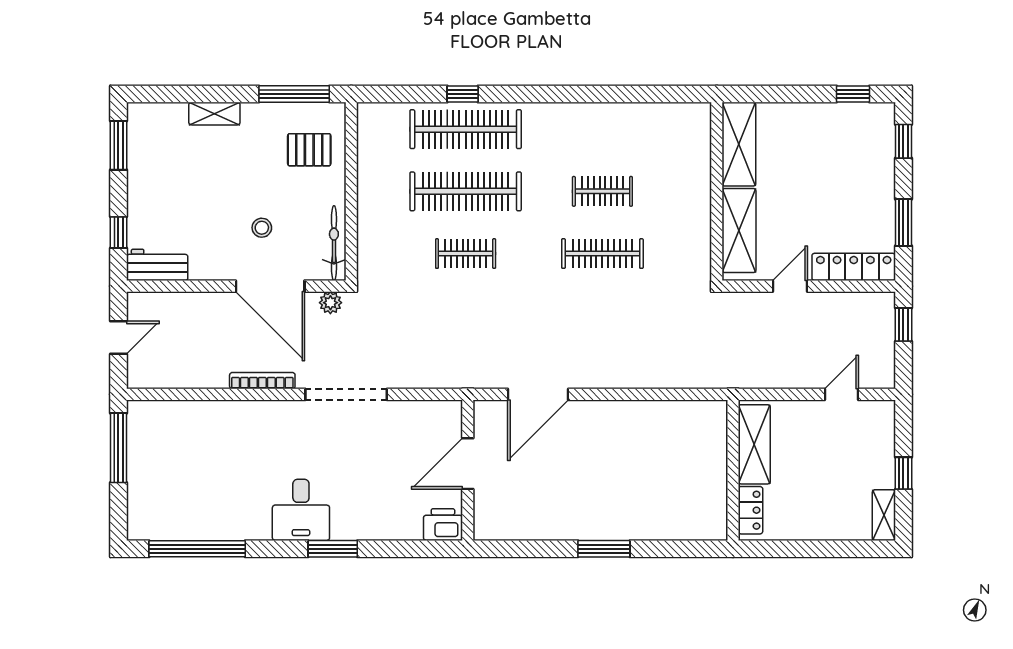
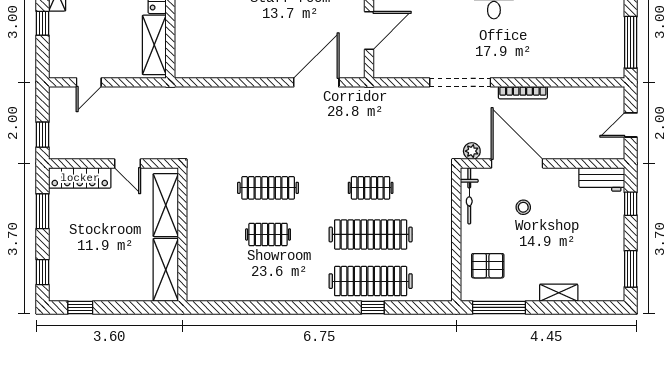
door: (790, 286) -> (127, 163), hinge flipped

